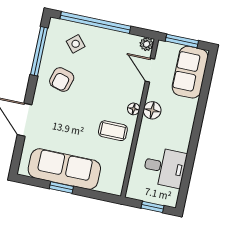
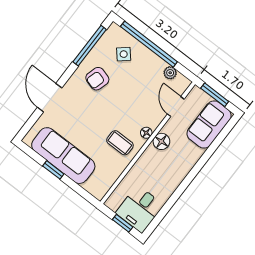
plant: (147, 44) -> (170, 73), moved
desk: (165, 167) -> (140, 209), moved, turned 90

